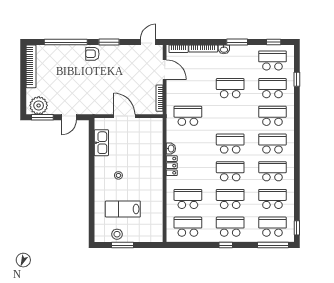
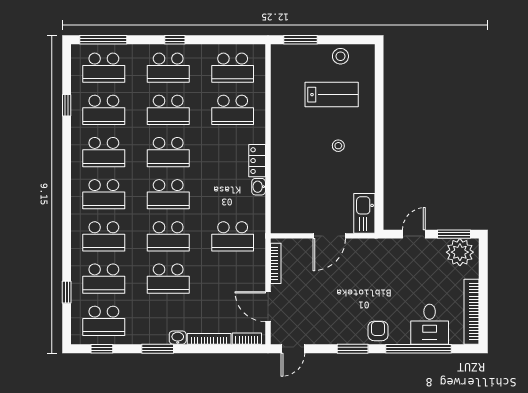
armchair: (92, 54) -> (378, 331), turned -90
desk: (58, 58) -> (430, 324), added
door: (124, 116) -> (329, 236), hinge flipped
school desk: (230, 116) -> (168, 236), added
kitchen sink: (101, 143) -> (364, 213), moved
window: (297, 228) -> (67, 105), moved
window: (123, 245) -> (300, 40), moved

